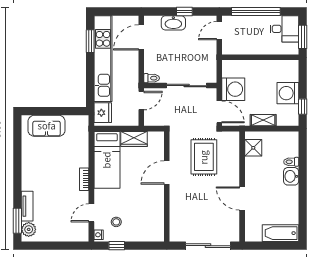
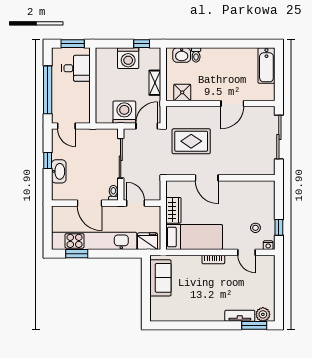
desk: (284, 29) -> (76, 68), moved, turned 90
door: (141, 37) -> (90, 203), moved
sofa: (47, 126) -> (160, 278), moved
washbasin: (291, 176) -> (182, 55), moved

